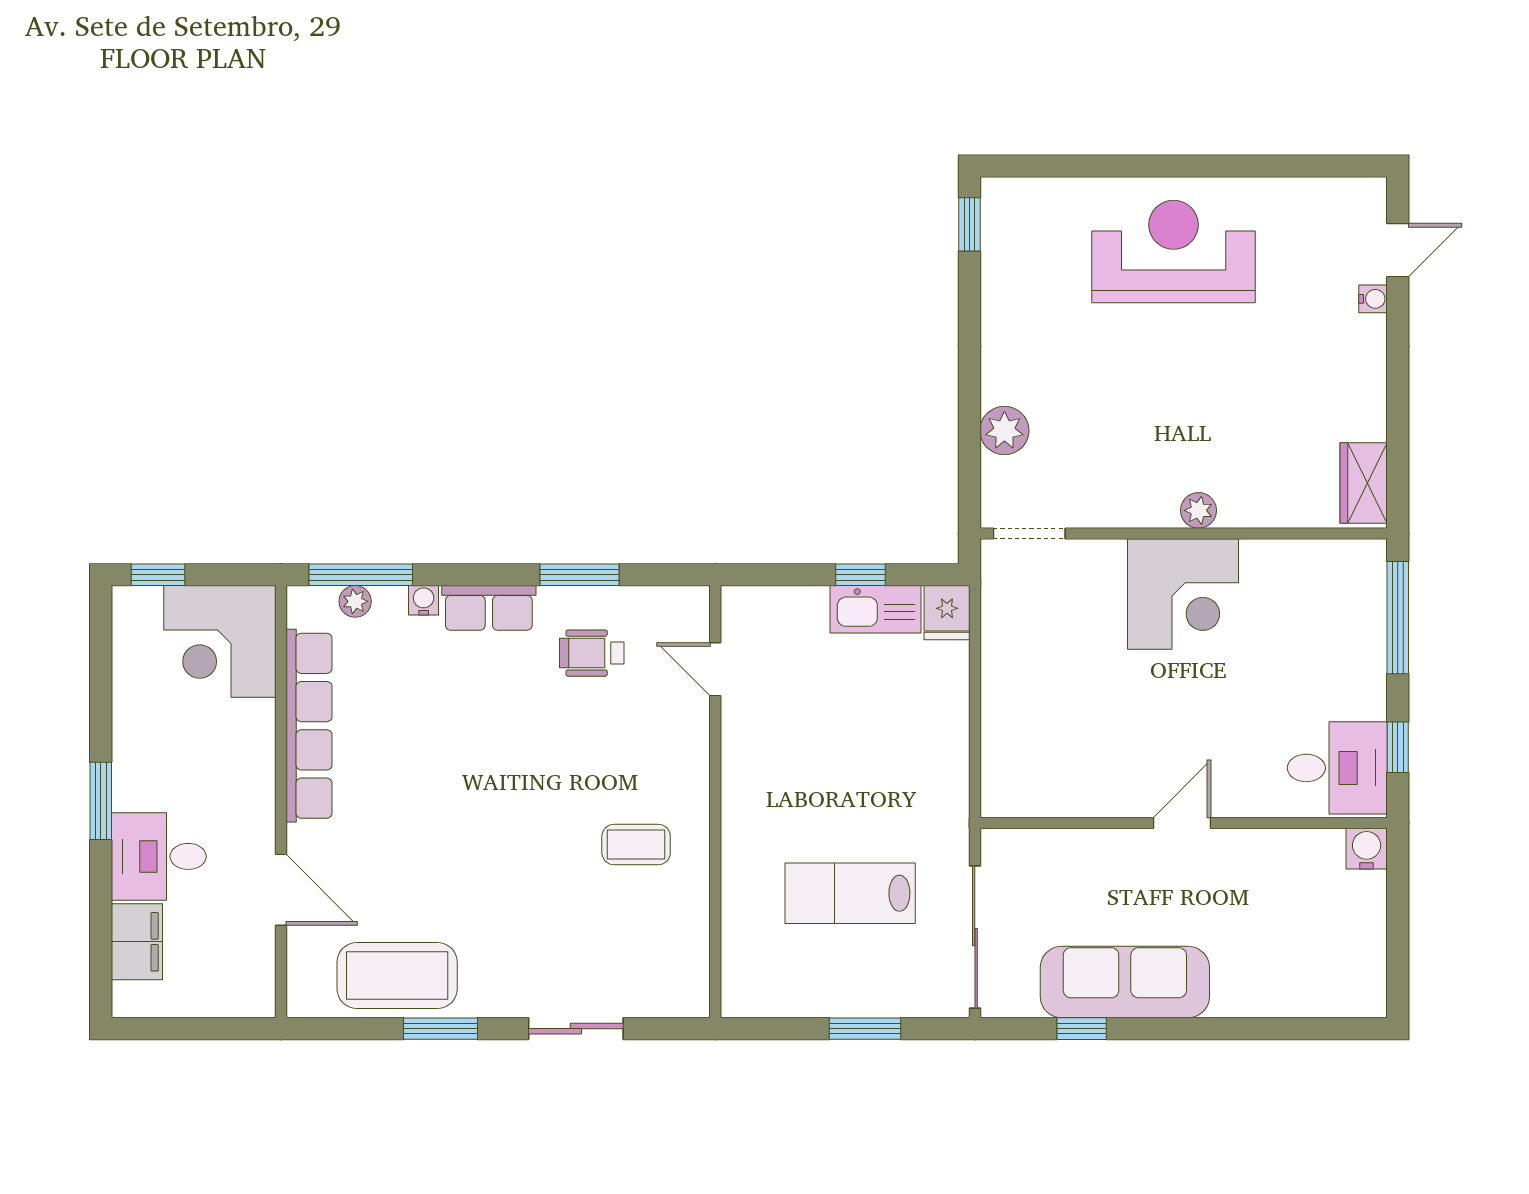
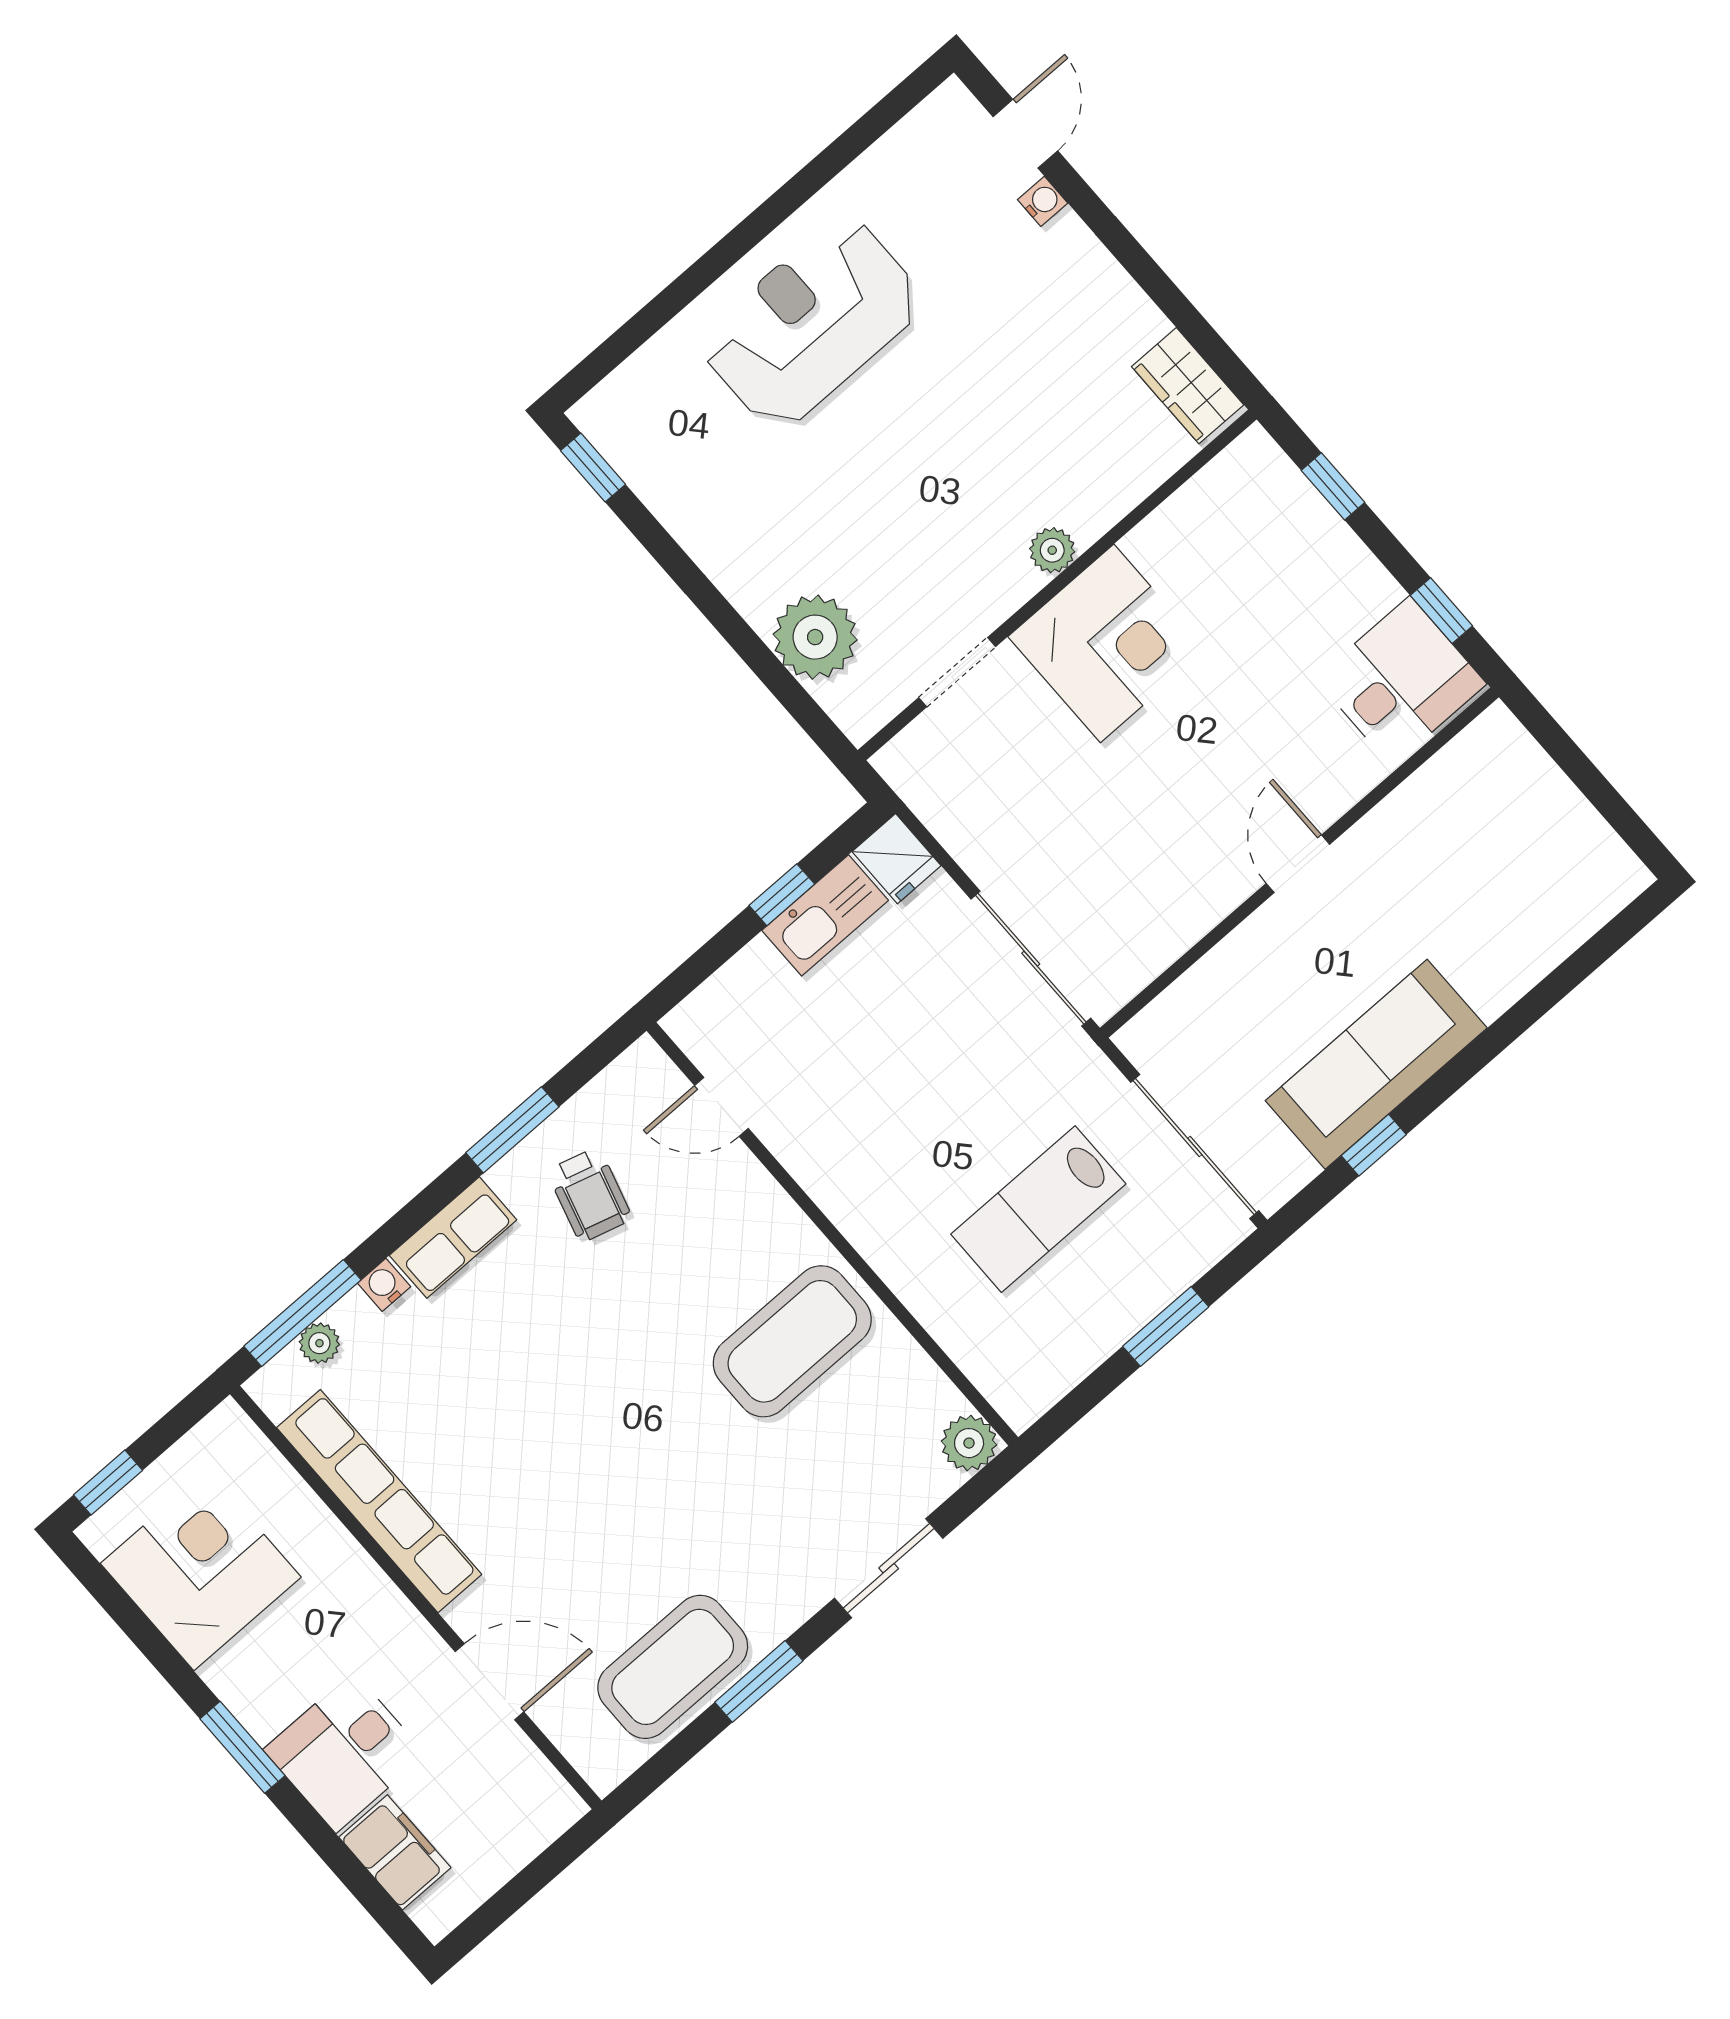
plant: (1004, 431) -> (815, 637), width x1.36, depth x1.36
doorway: (1029, 533) -> (957, 672), moved
window: (1398, 618) -> (1333, 486), width x0.46
corner desk: (220, 641) -> (201, 1570), moved, turned 180
wheelchair: (592, 653) -> (590, 1195), turned -74
sliding door: (975, 741) -> (1031, 959), added
coffee table: (636, 844) -> (792, 1341), width x1.86, depth x1.72
water cooler: (1367, 849) -> (1496, 734), removed
plant: (688, 996) -> (969, 1443), added

